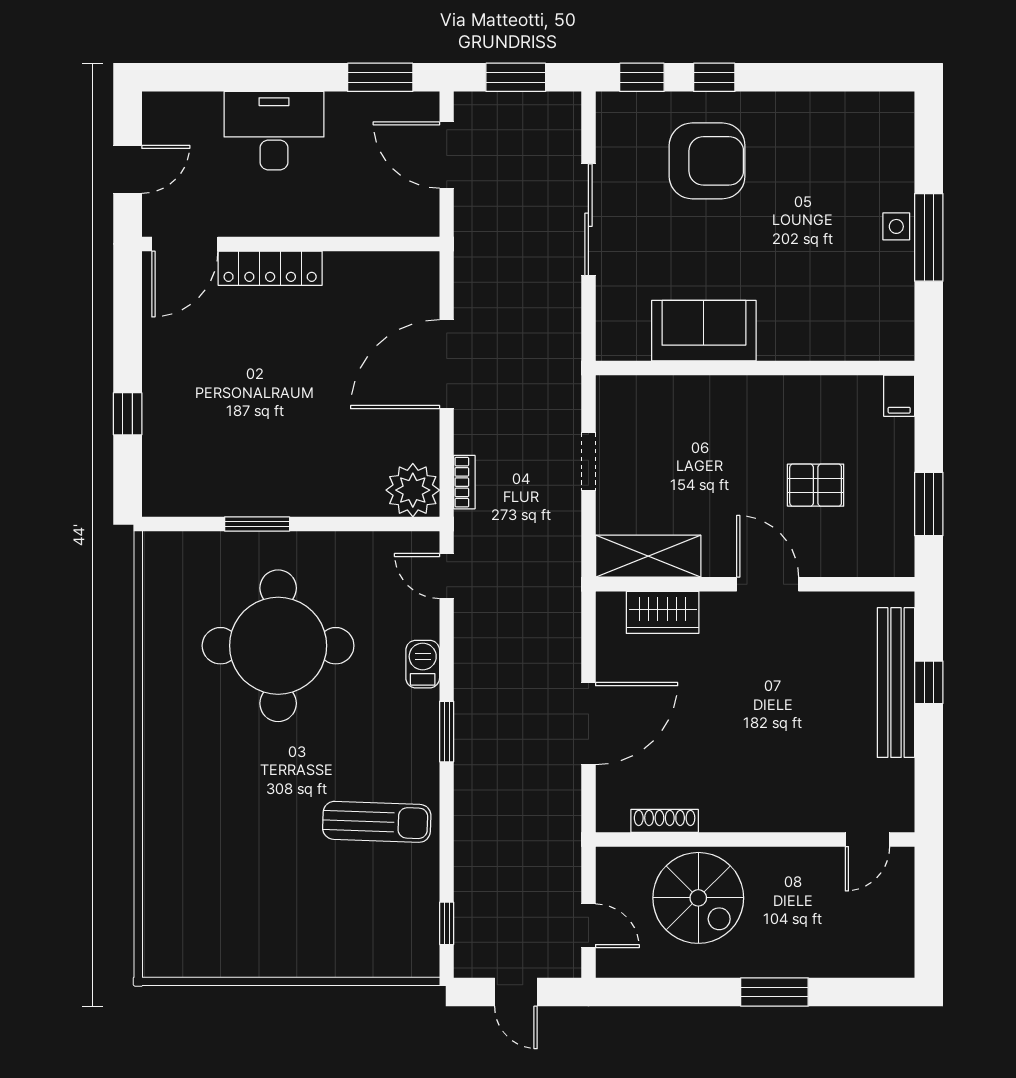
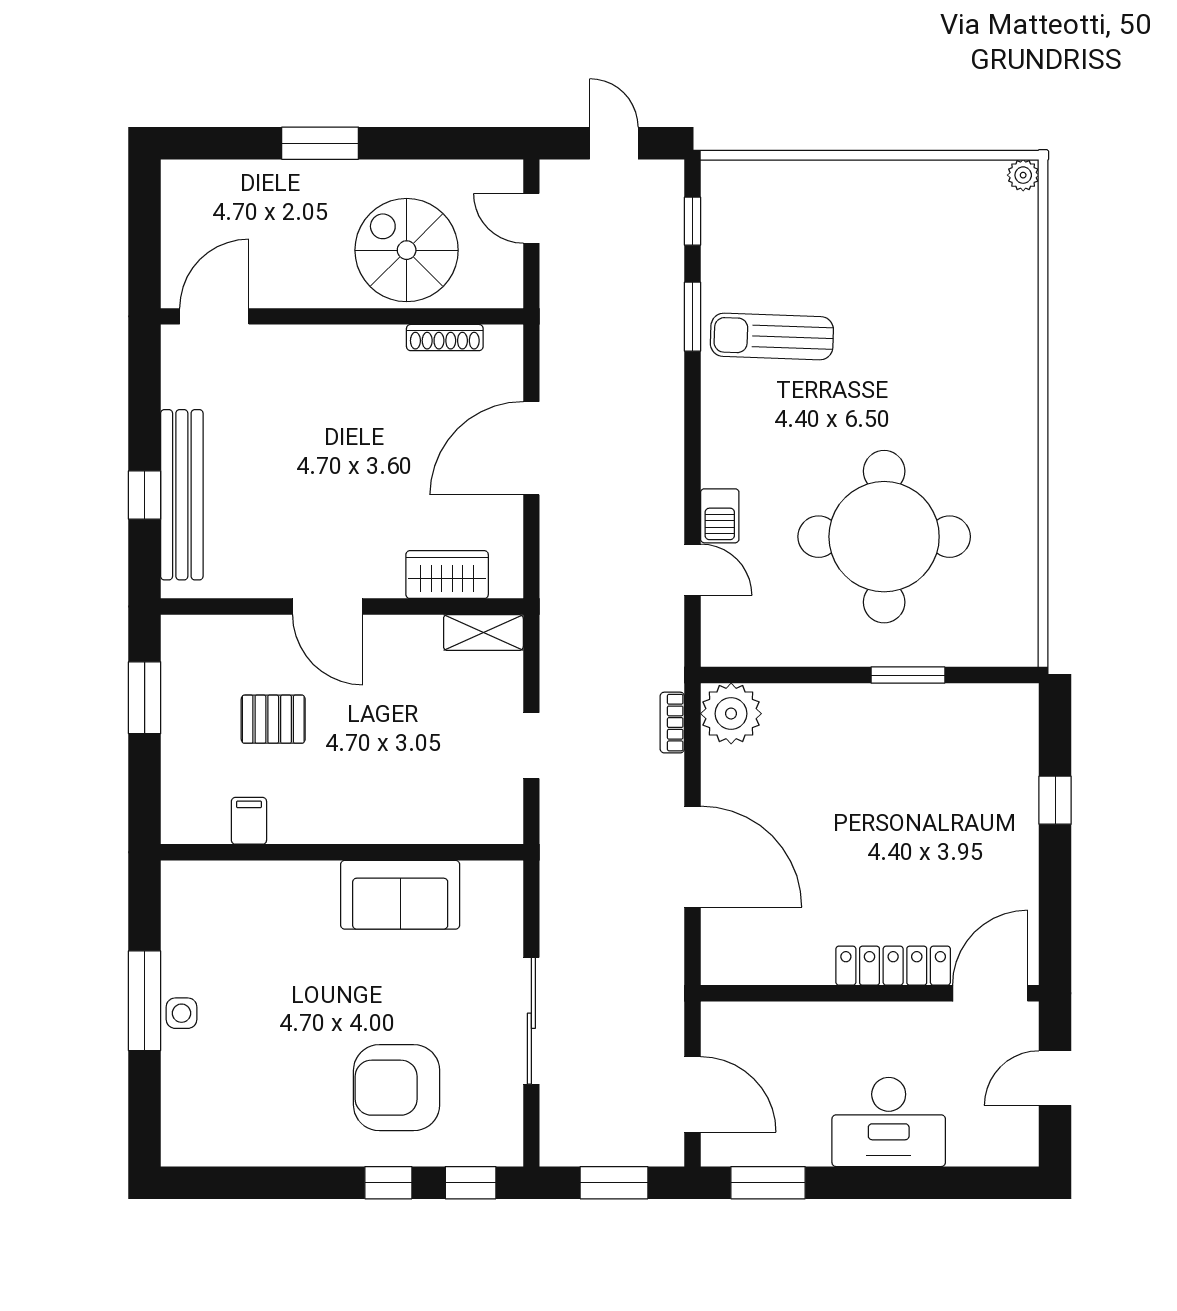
door: (447, 364) -> (692, 857), hinge flipped
filing cabinet: (899, 396) -> (249, 821), moved
shelving: (648, 556) -> (483, 633), width x0.67, depth x0.75
door: (447, 576) -> (692, 570), moved
window: (447, 732) -> (692, 317), moved
door: (867, 840) -> (214, 316), width x1.38
plant: (156, 964) -> (1023, 175), added

